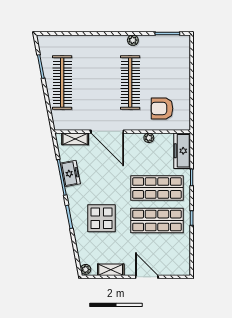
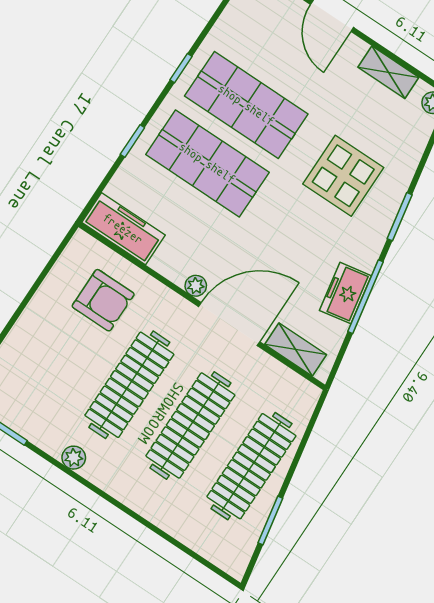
clothes rail: (96, 83) -> (190, 425), added
door: (107, 132) -> (229, 324), hinge flipped
plant: (149, 138) -> (196, 286), moved
freezer: (182, 151) -> (123, 229), moved, turned -90

